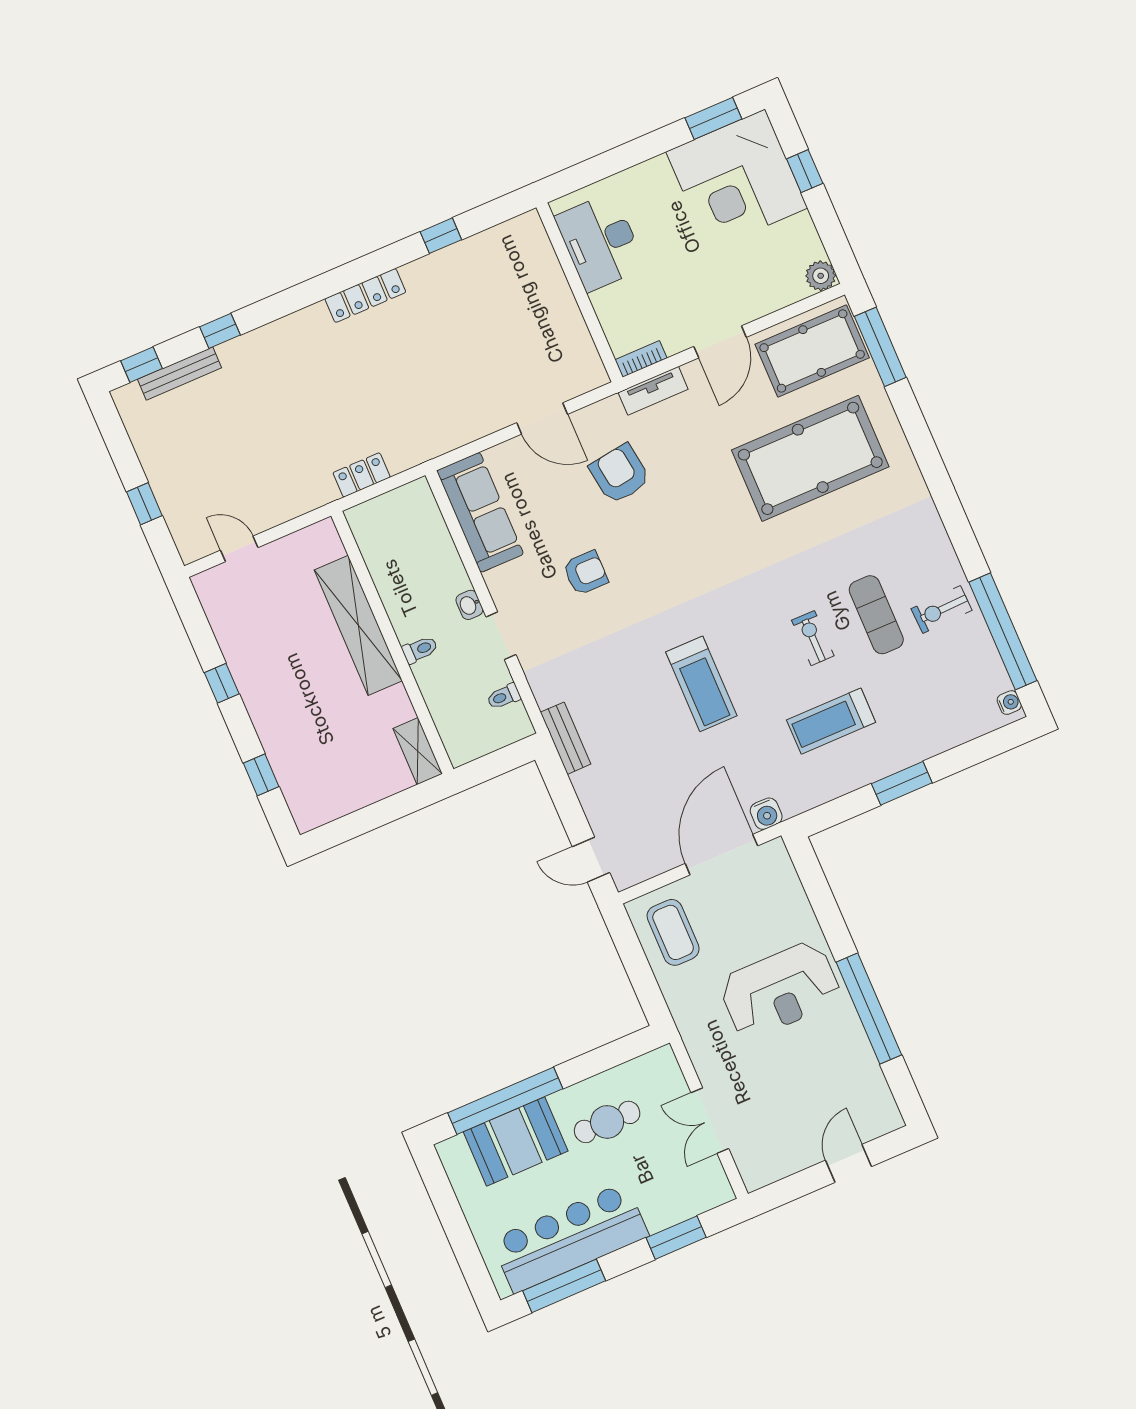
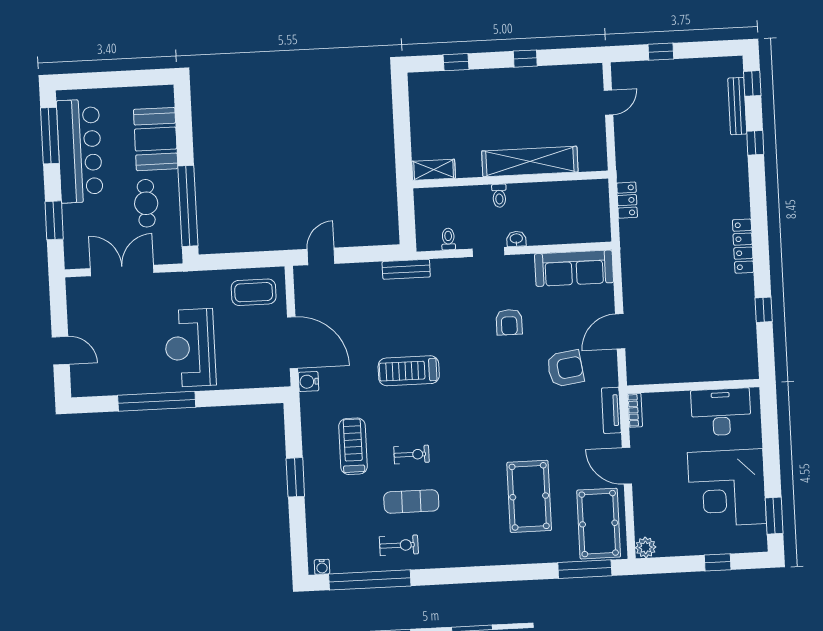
corner desk: (737, 180) -> (727, 488), moved, turned -90
pool table: (810, 458) -> (529, 496), width x0.73, depth x0.76
exercise bike: (942, 610) -> (399, 545), turned 92
window: (505, 1101) -> (188, 206), moved
double door: (710, 1121) -> (122, 271), width x1.37

